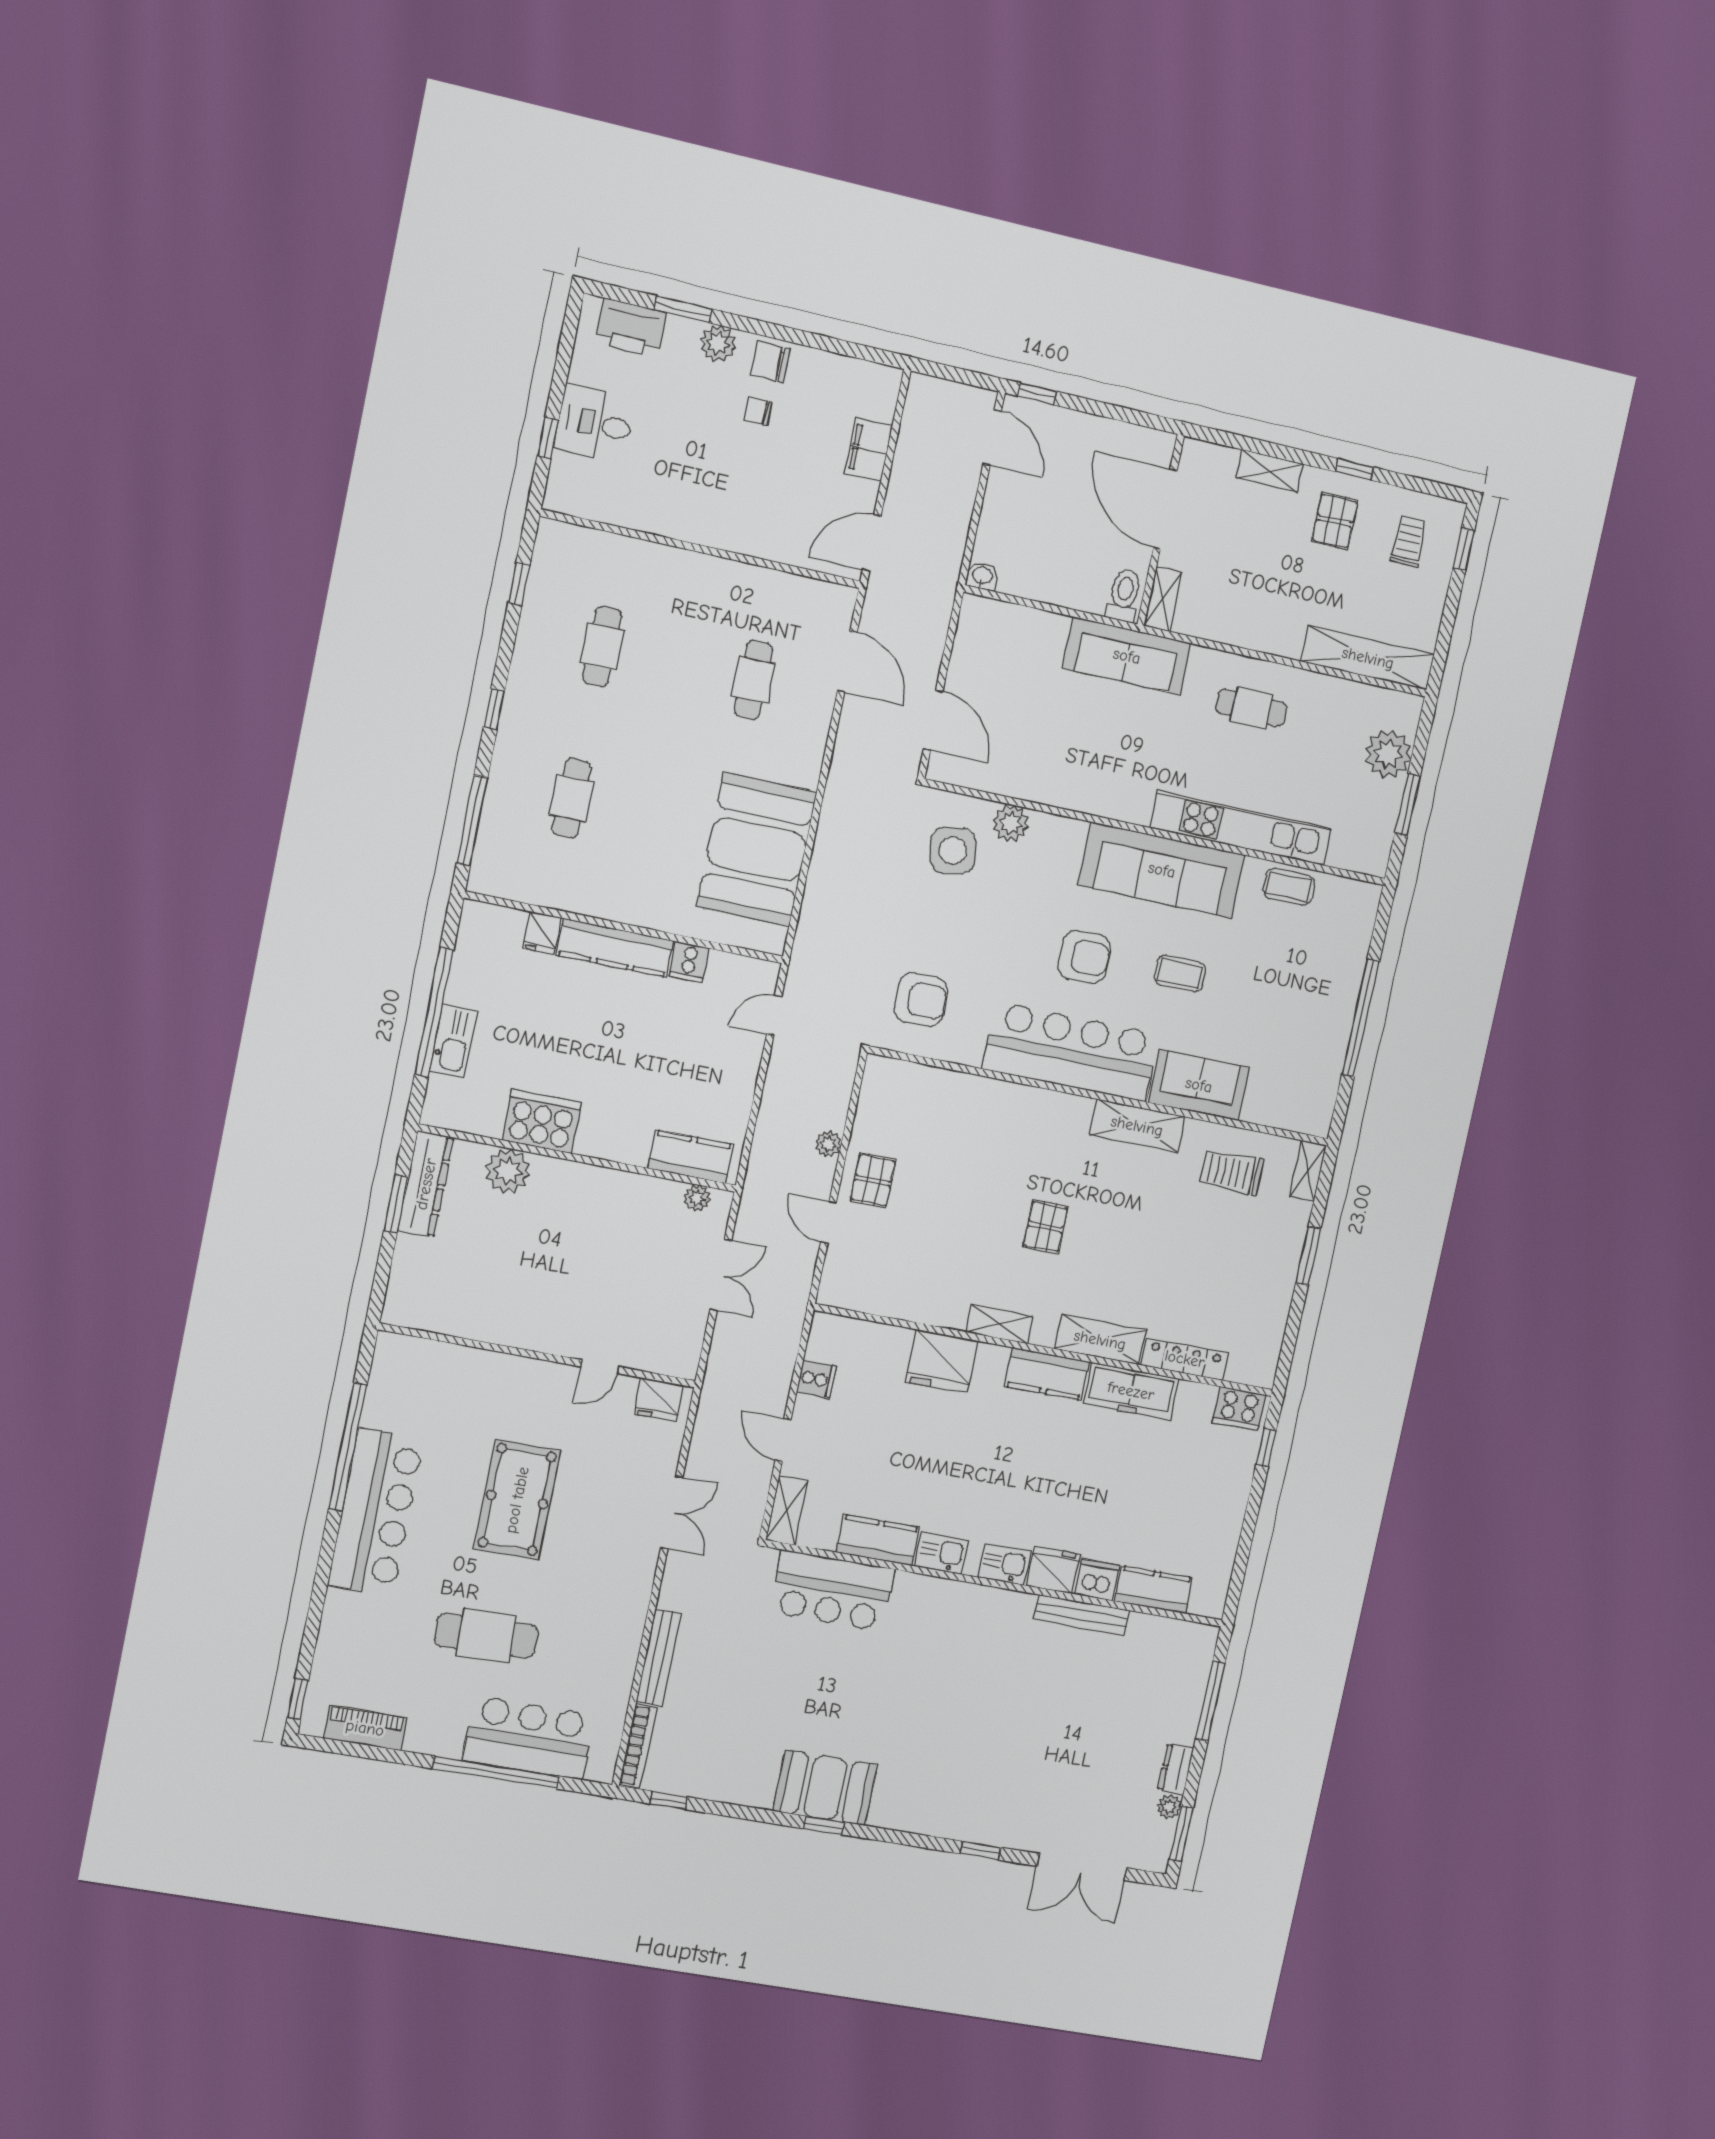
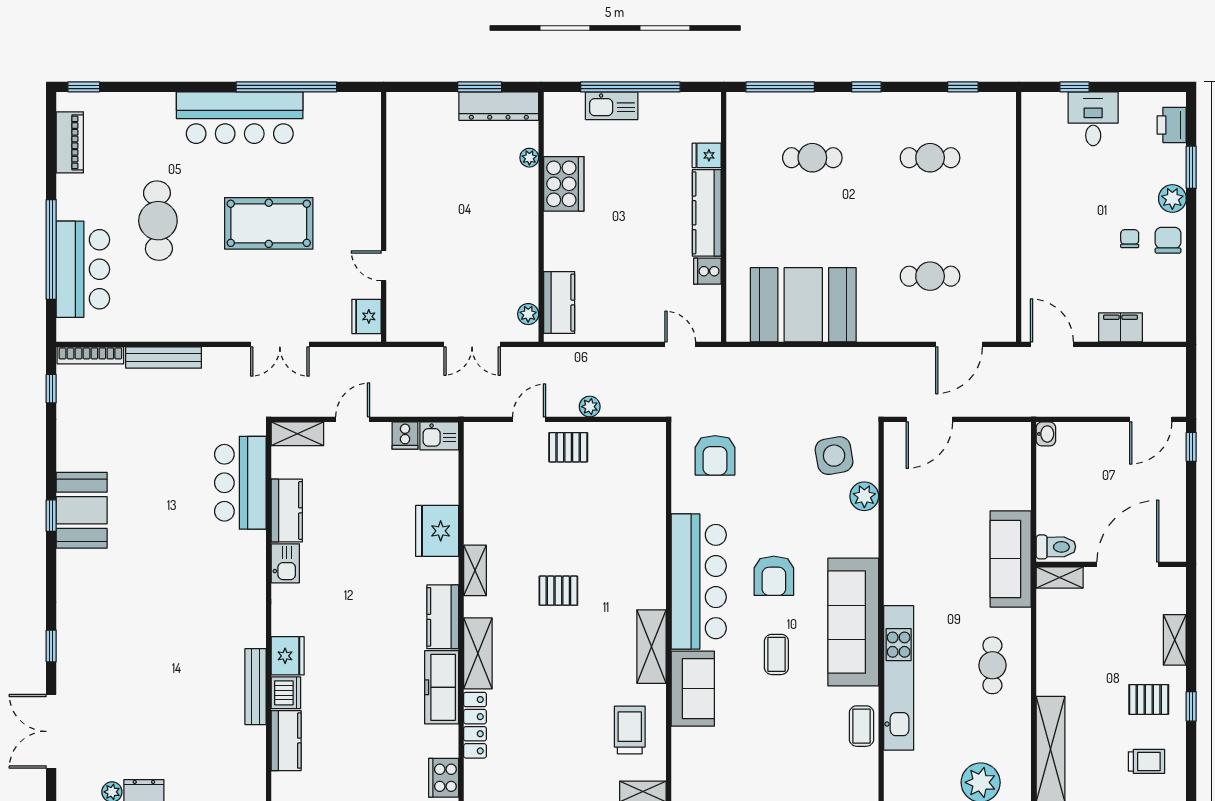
printer: (631, 328) -> (1172, 125), width x0.73, depth x0.84
plant: (508, 1171) -> (529, 158), width x0.53, depth x0.53
kitchen sink: (1004, 1564) -> (439, 436), moved, turned 90

